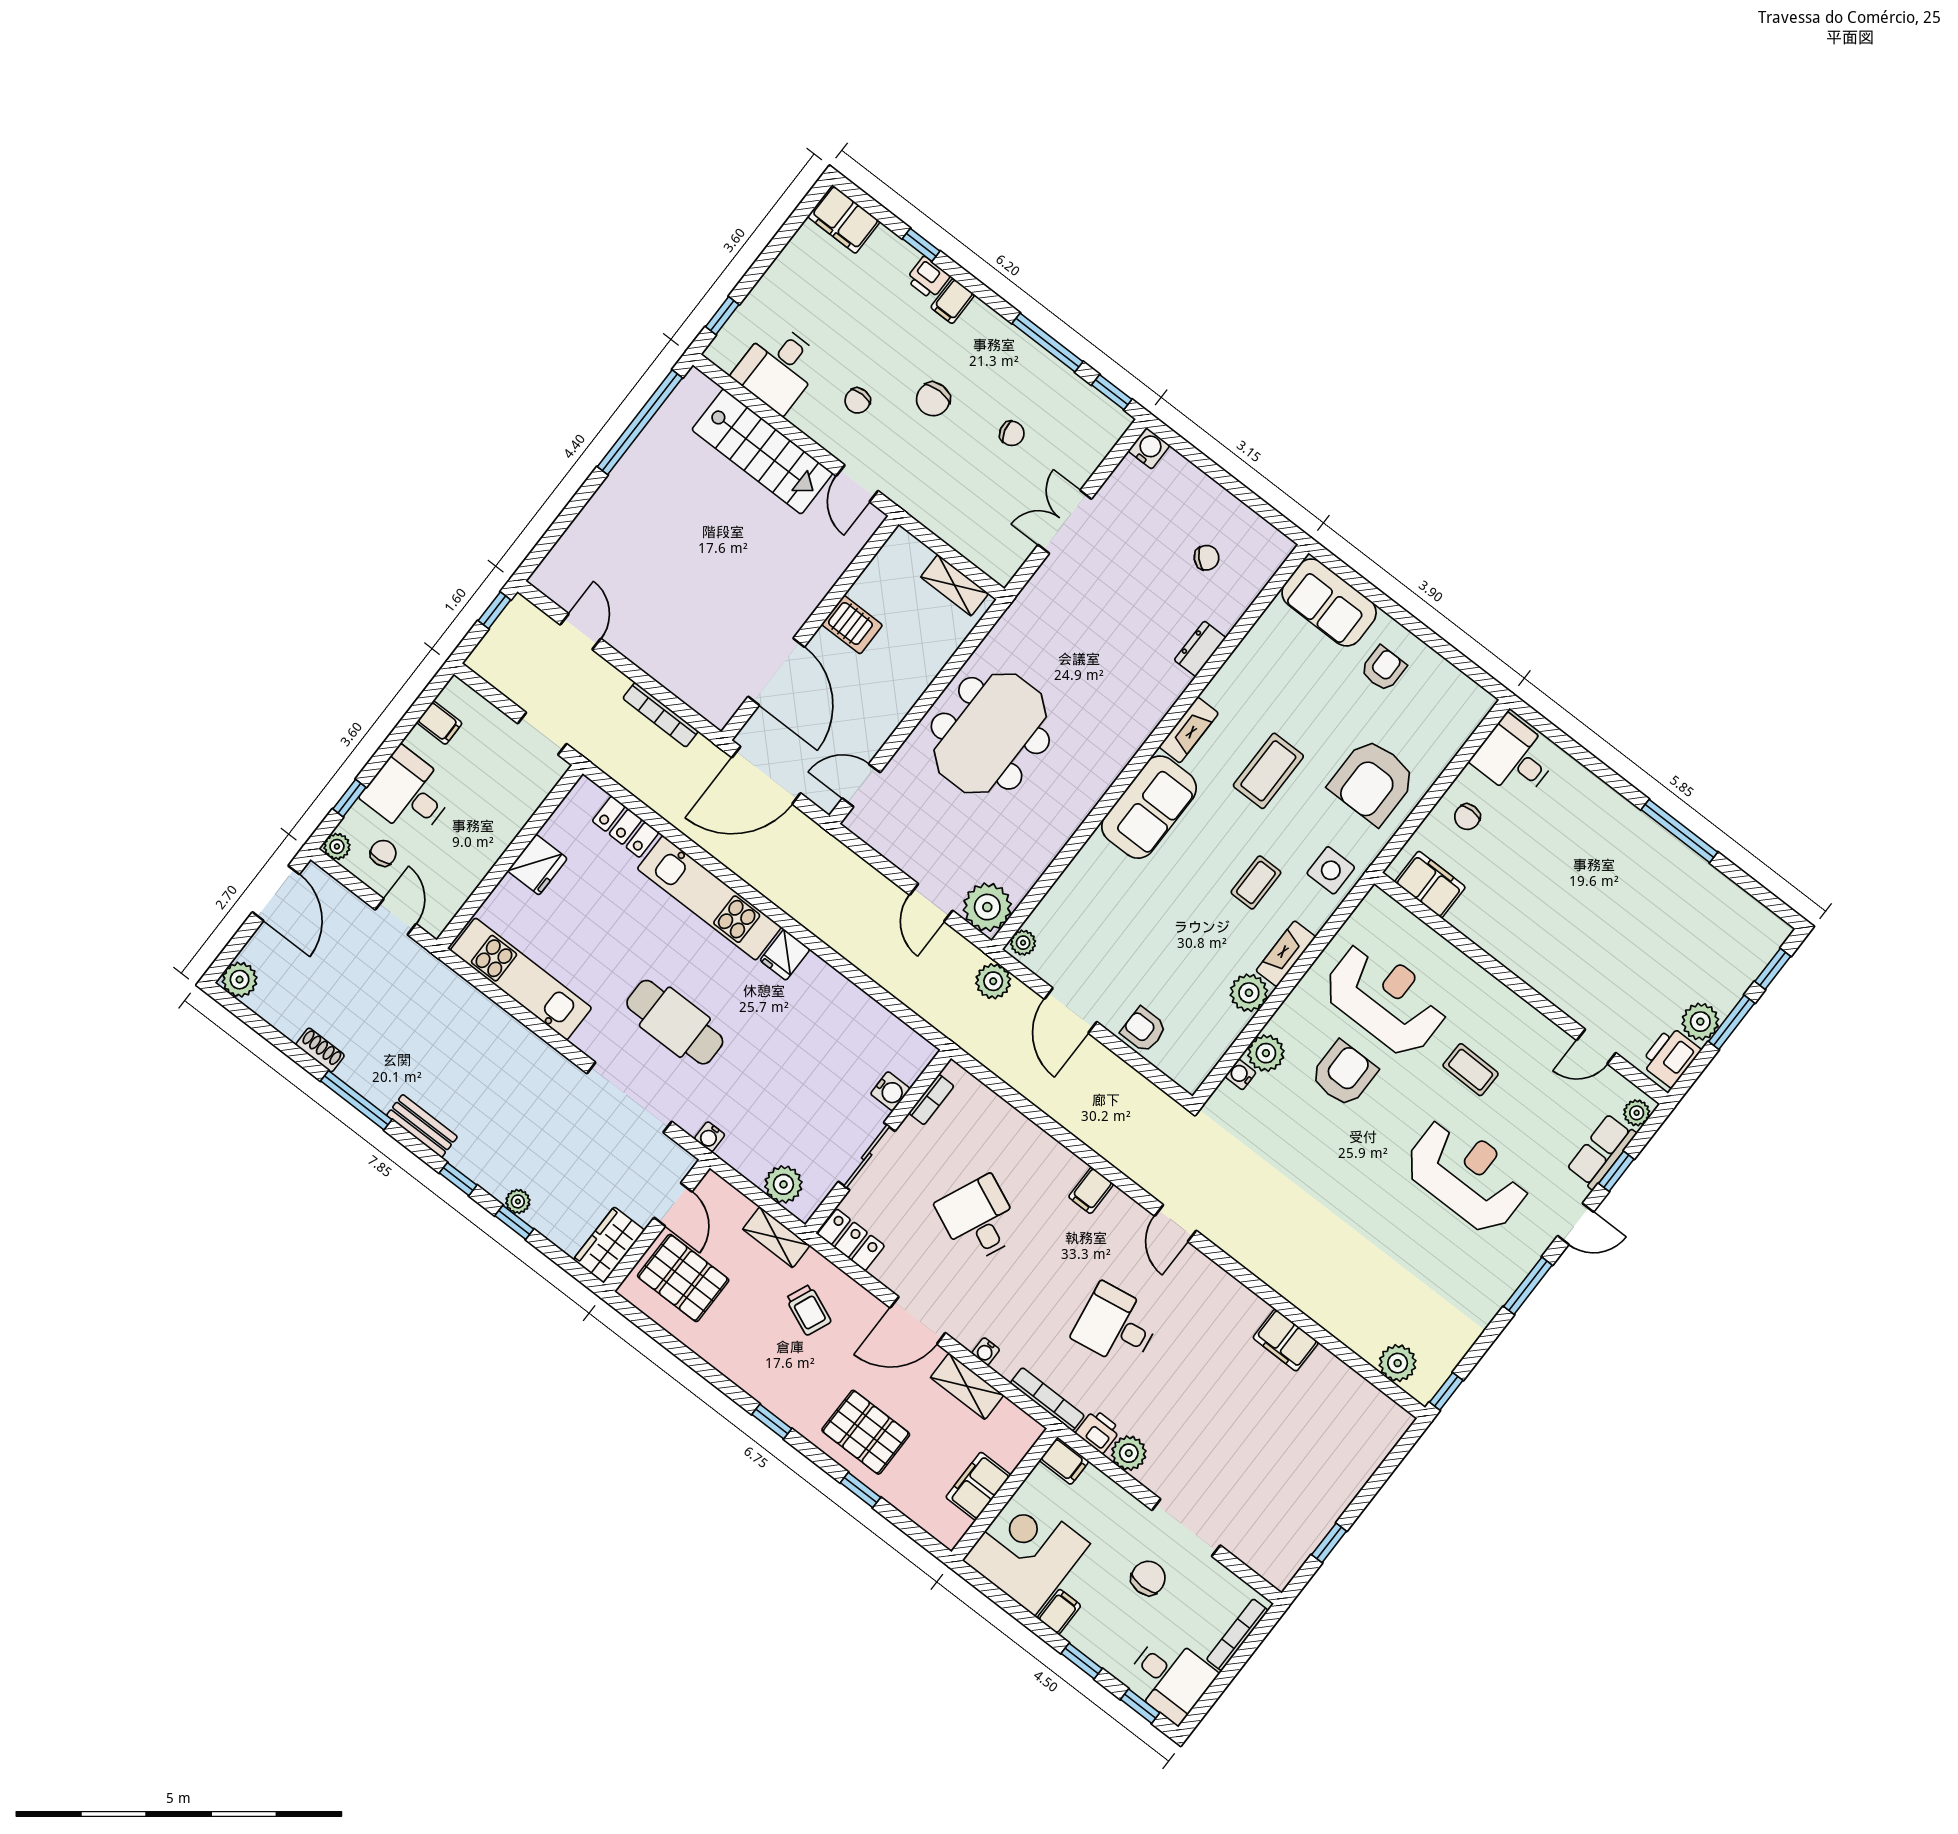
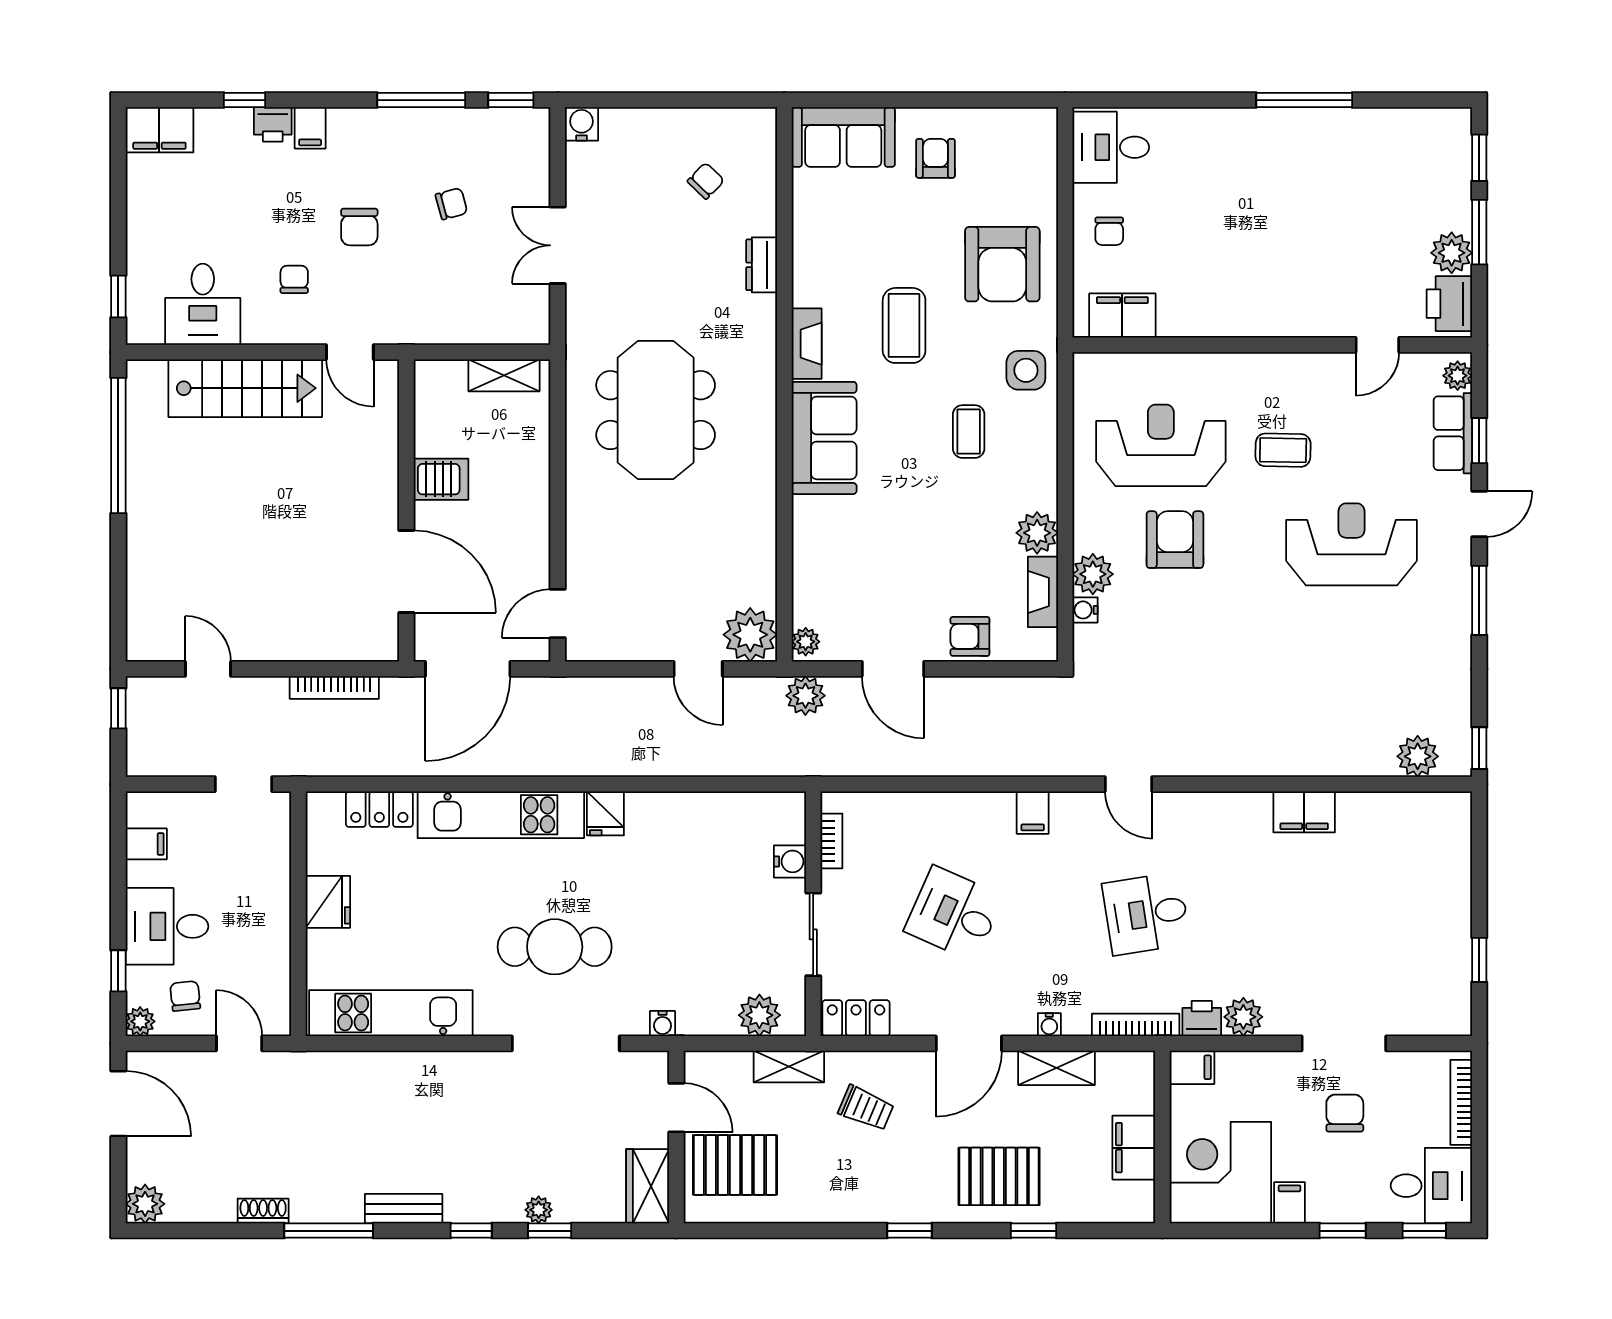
chair: (857, 401) -> (294, 279), turned 180
meeting table: (990, 733) -> (656, 410), moved
fireplace: (1286, 954) -> (1043, 592), moved

